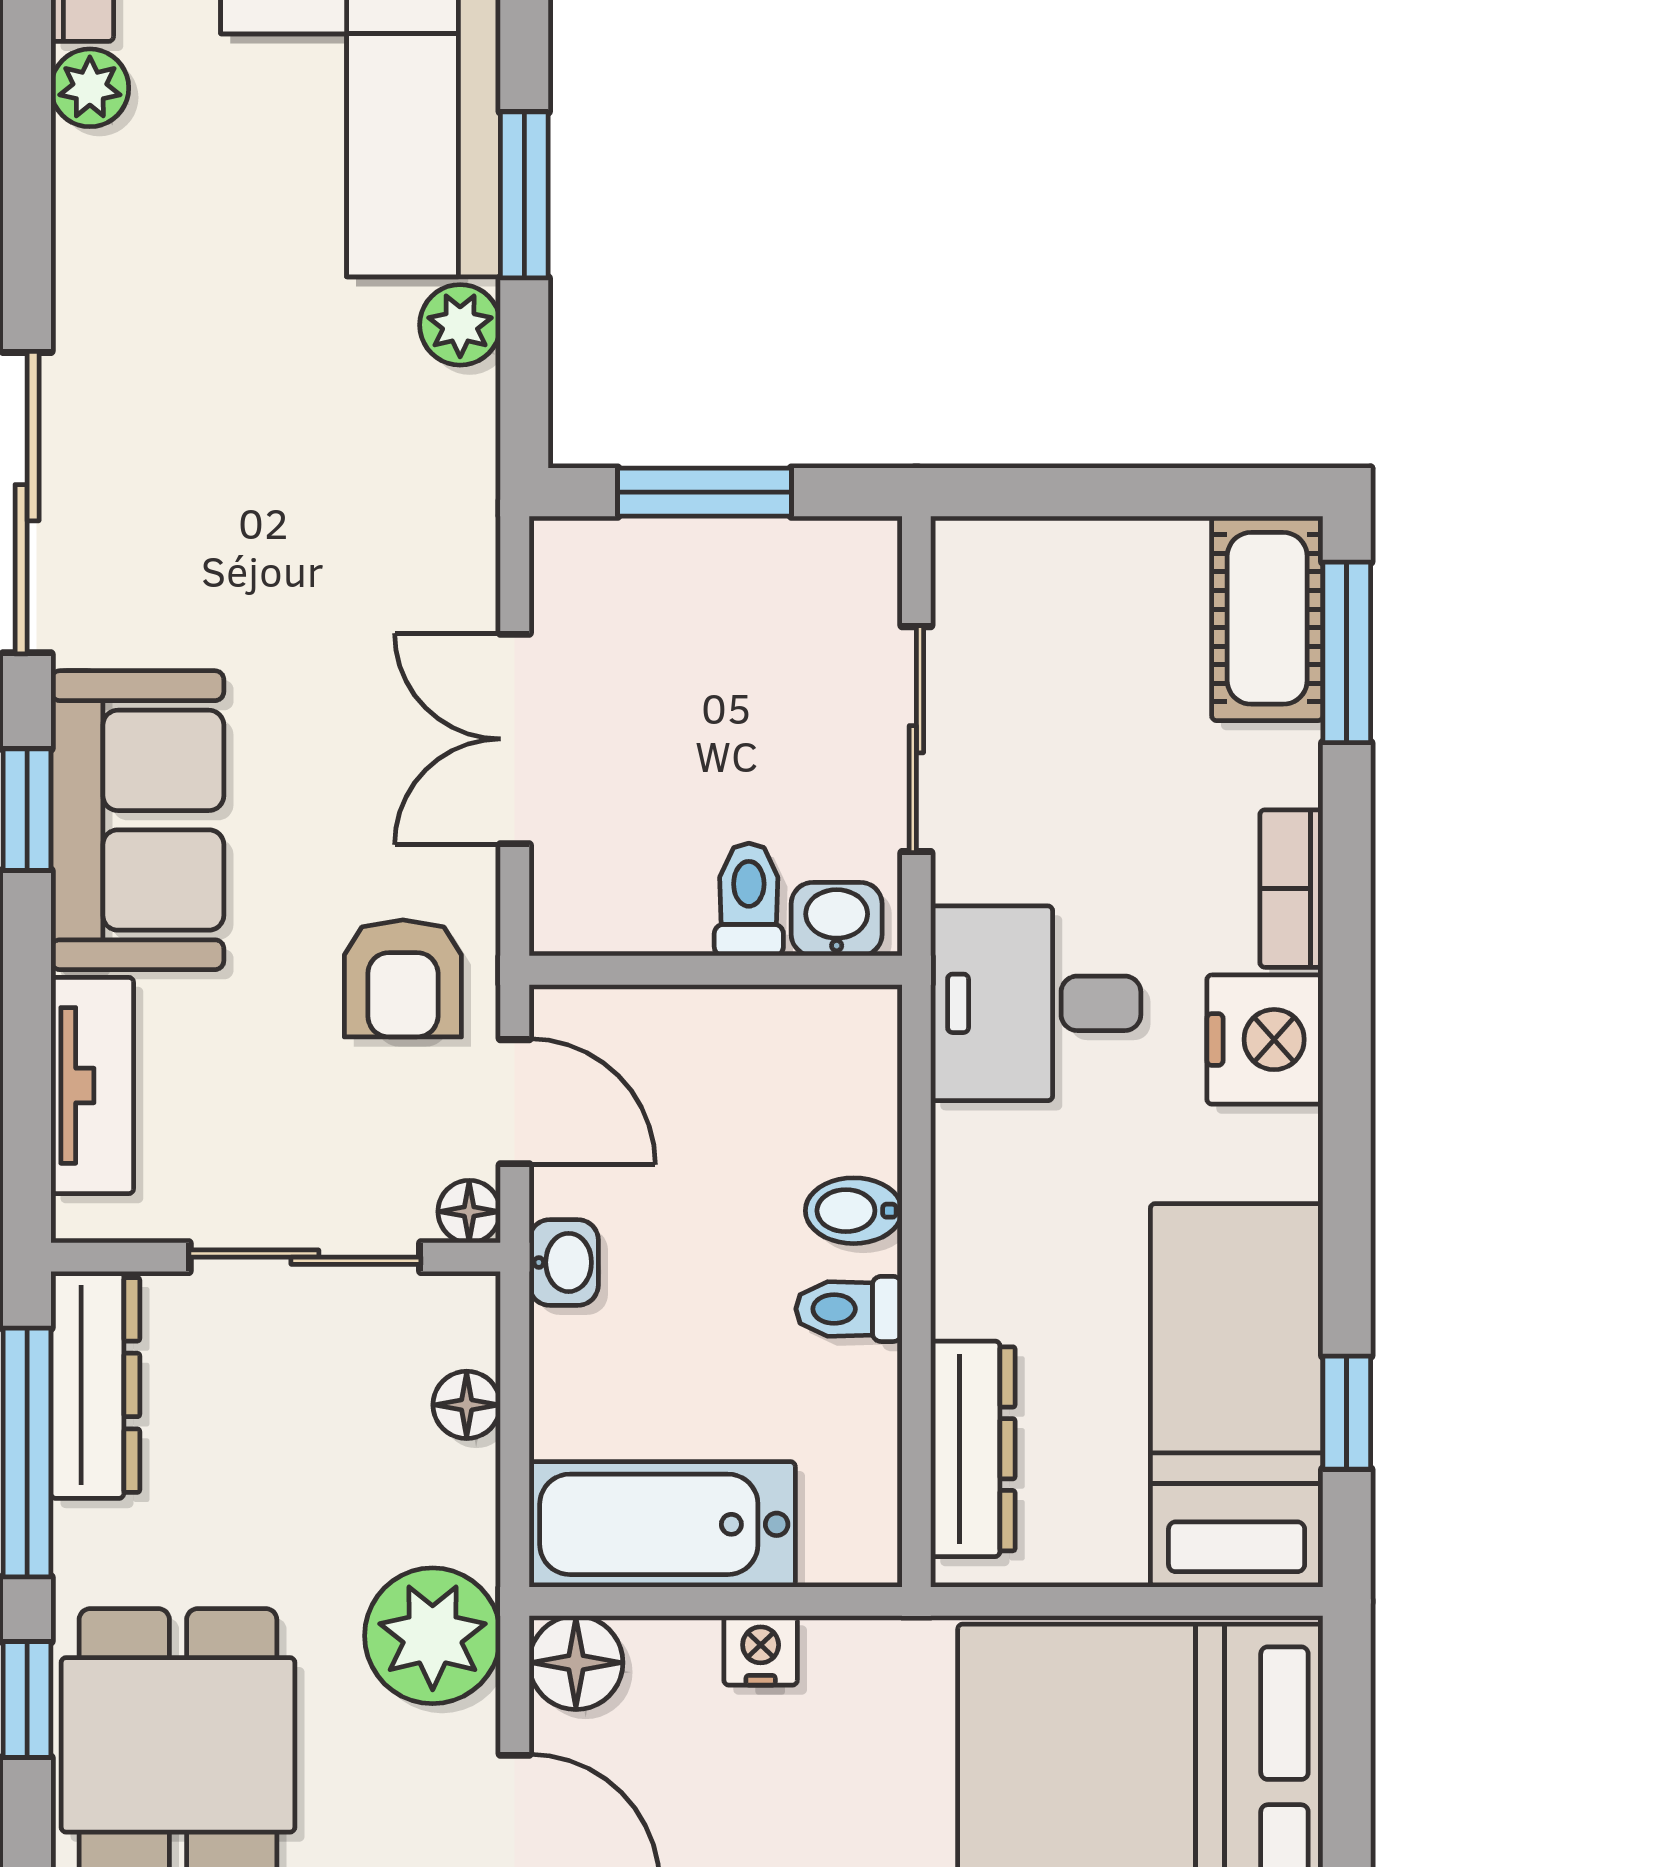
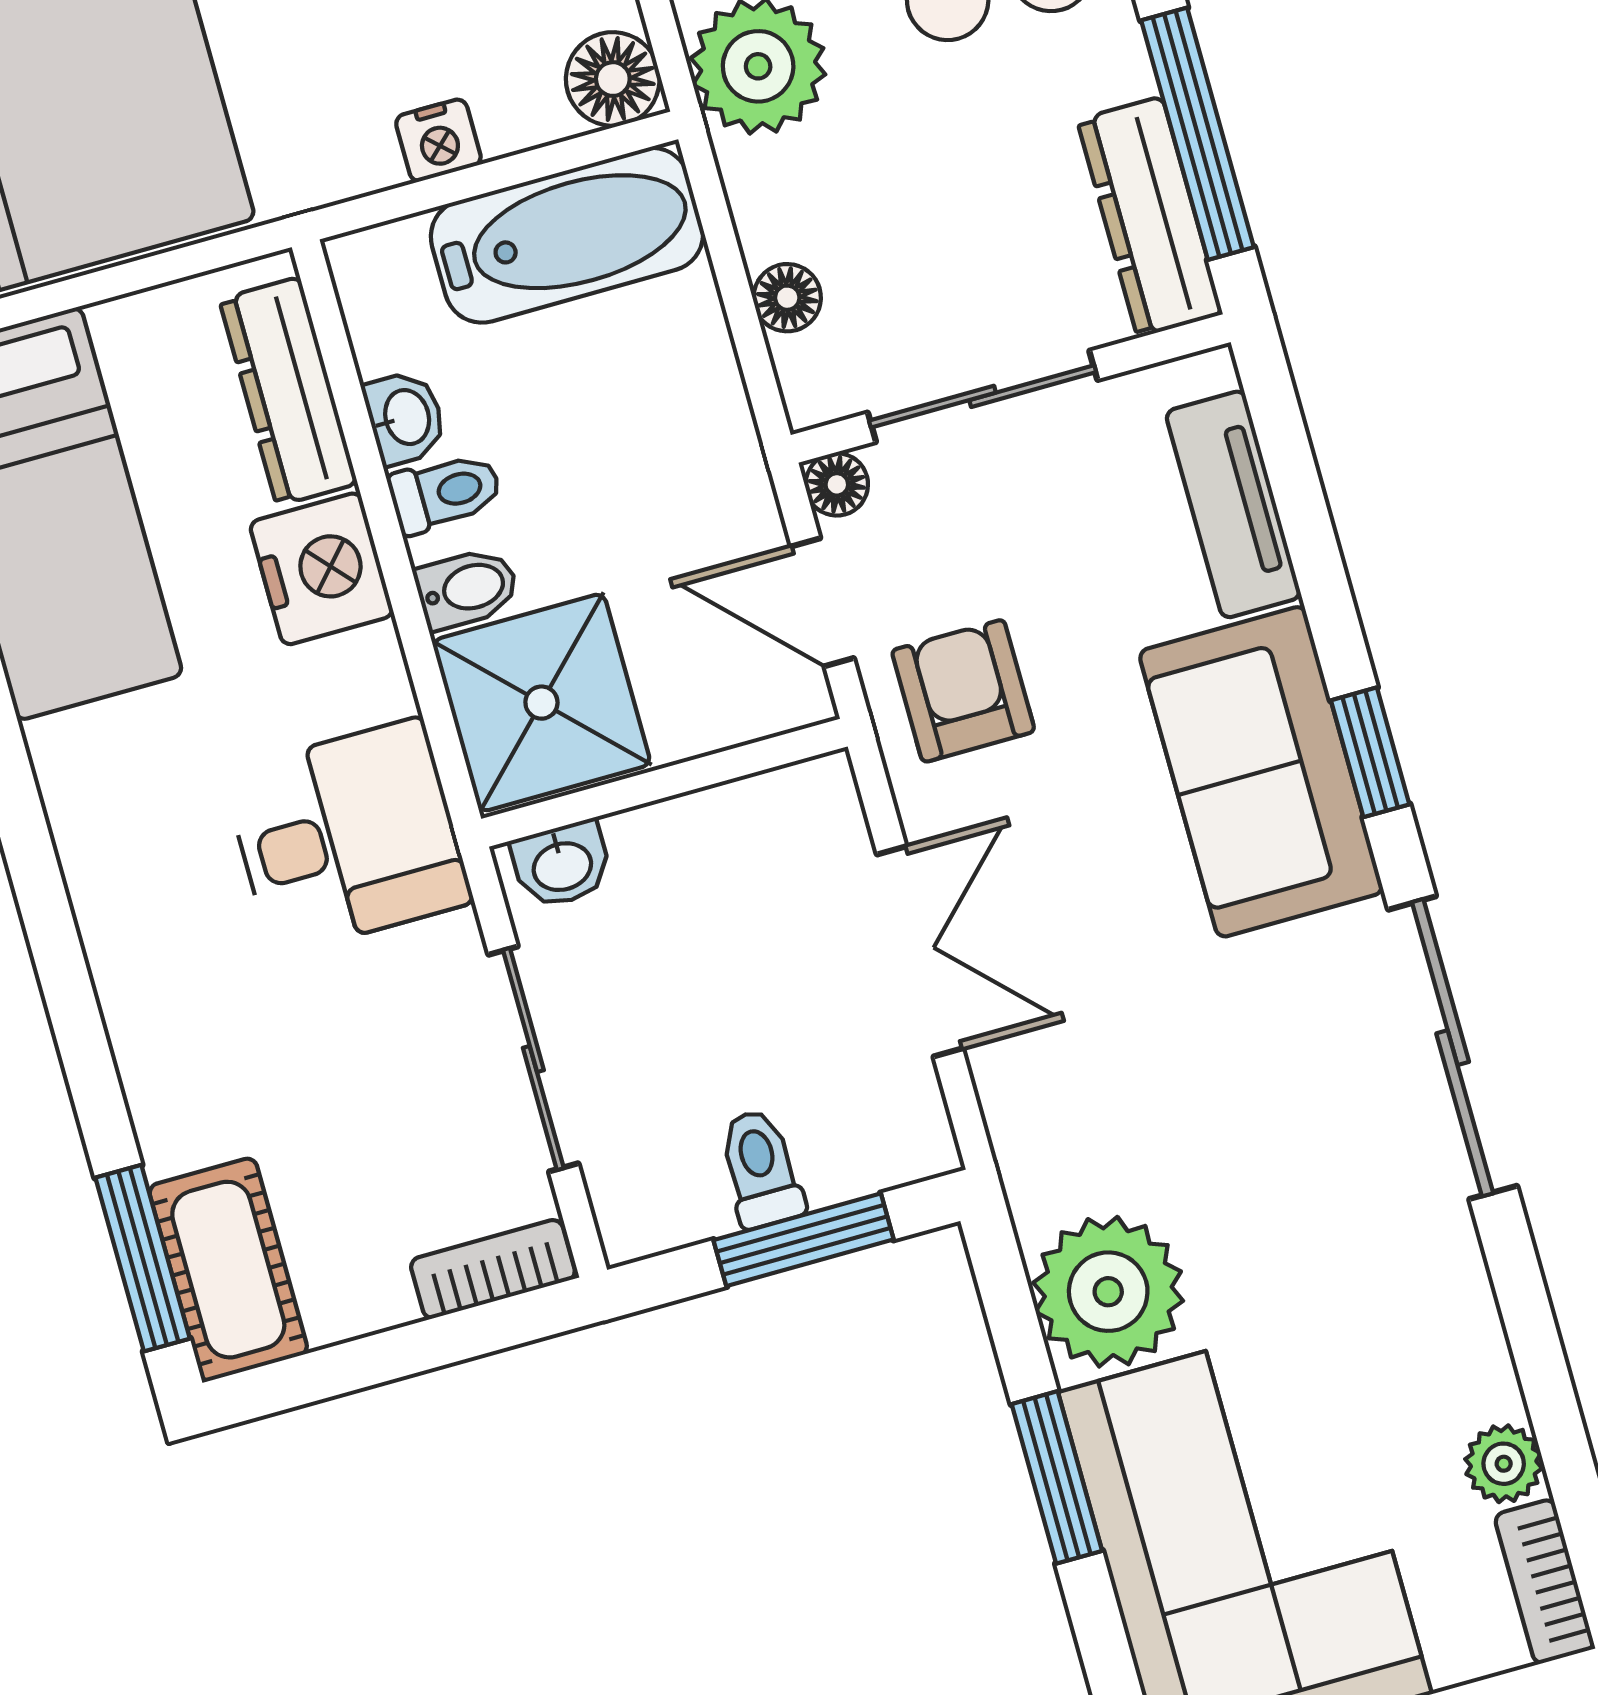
plant: (460, 325) -> (1108, 1292), width x1.87, depth x1.87
bookcase: (1291, 889) -> (493, 1269), moved, turned -90
toilet: (749, 900) -> (761, 1169), moved, turned 180
nightstand: (1265, 1040) -> (322, 569), moved, turned 180
shower: (813, 1081) -> (541, 703), added
washbasin: (564, 1262) -> (405, 418), moved, turned 180

